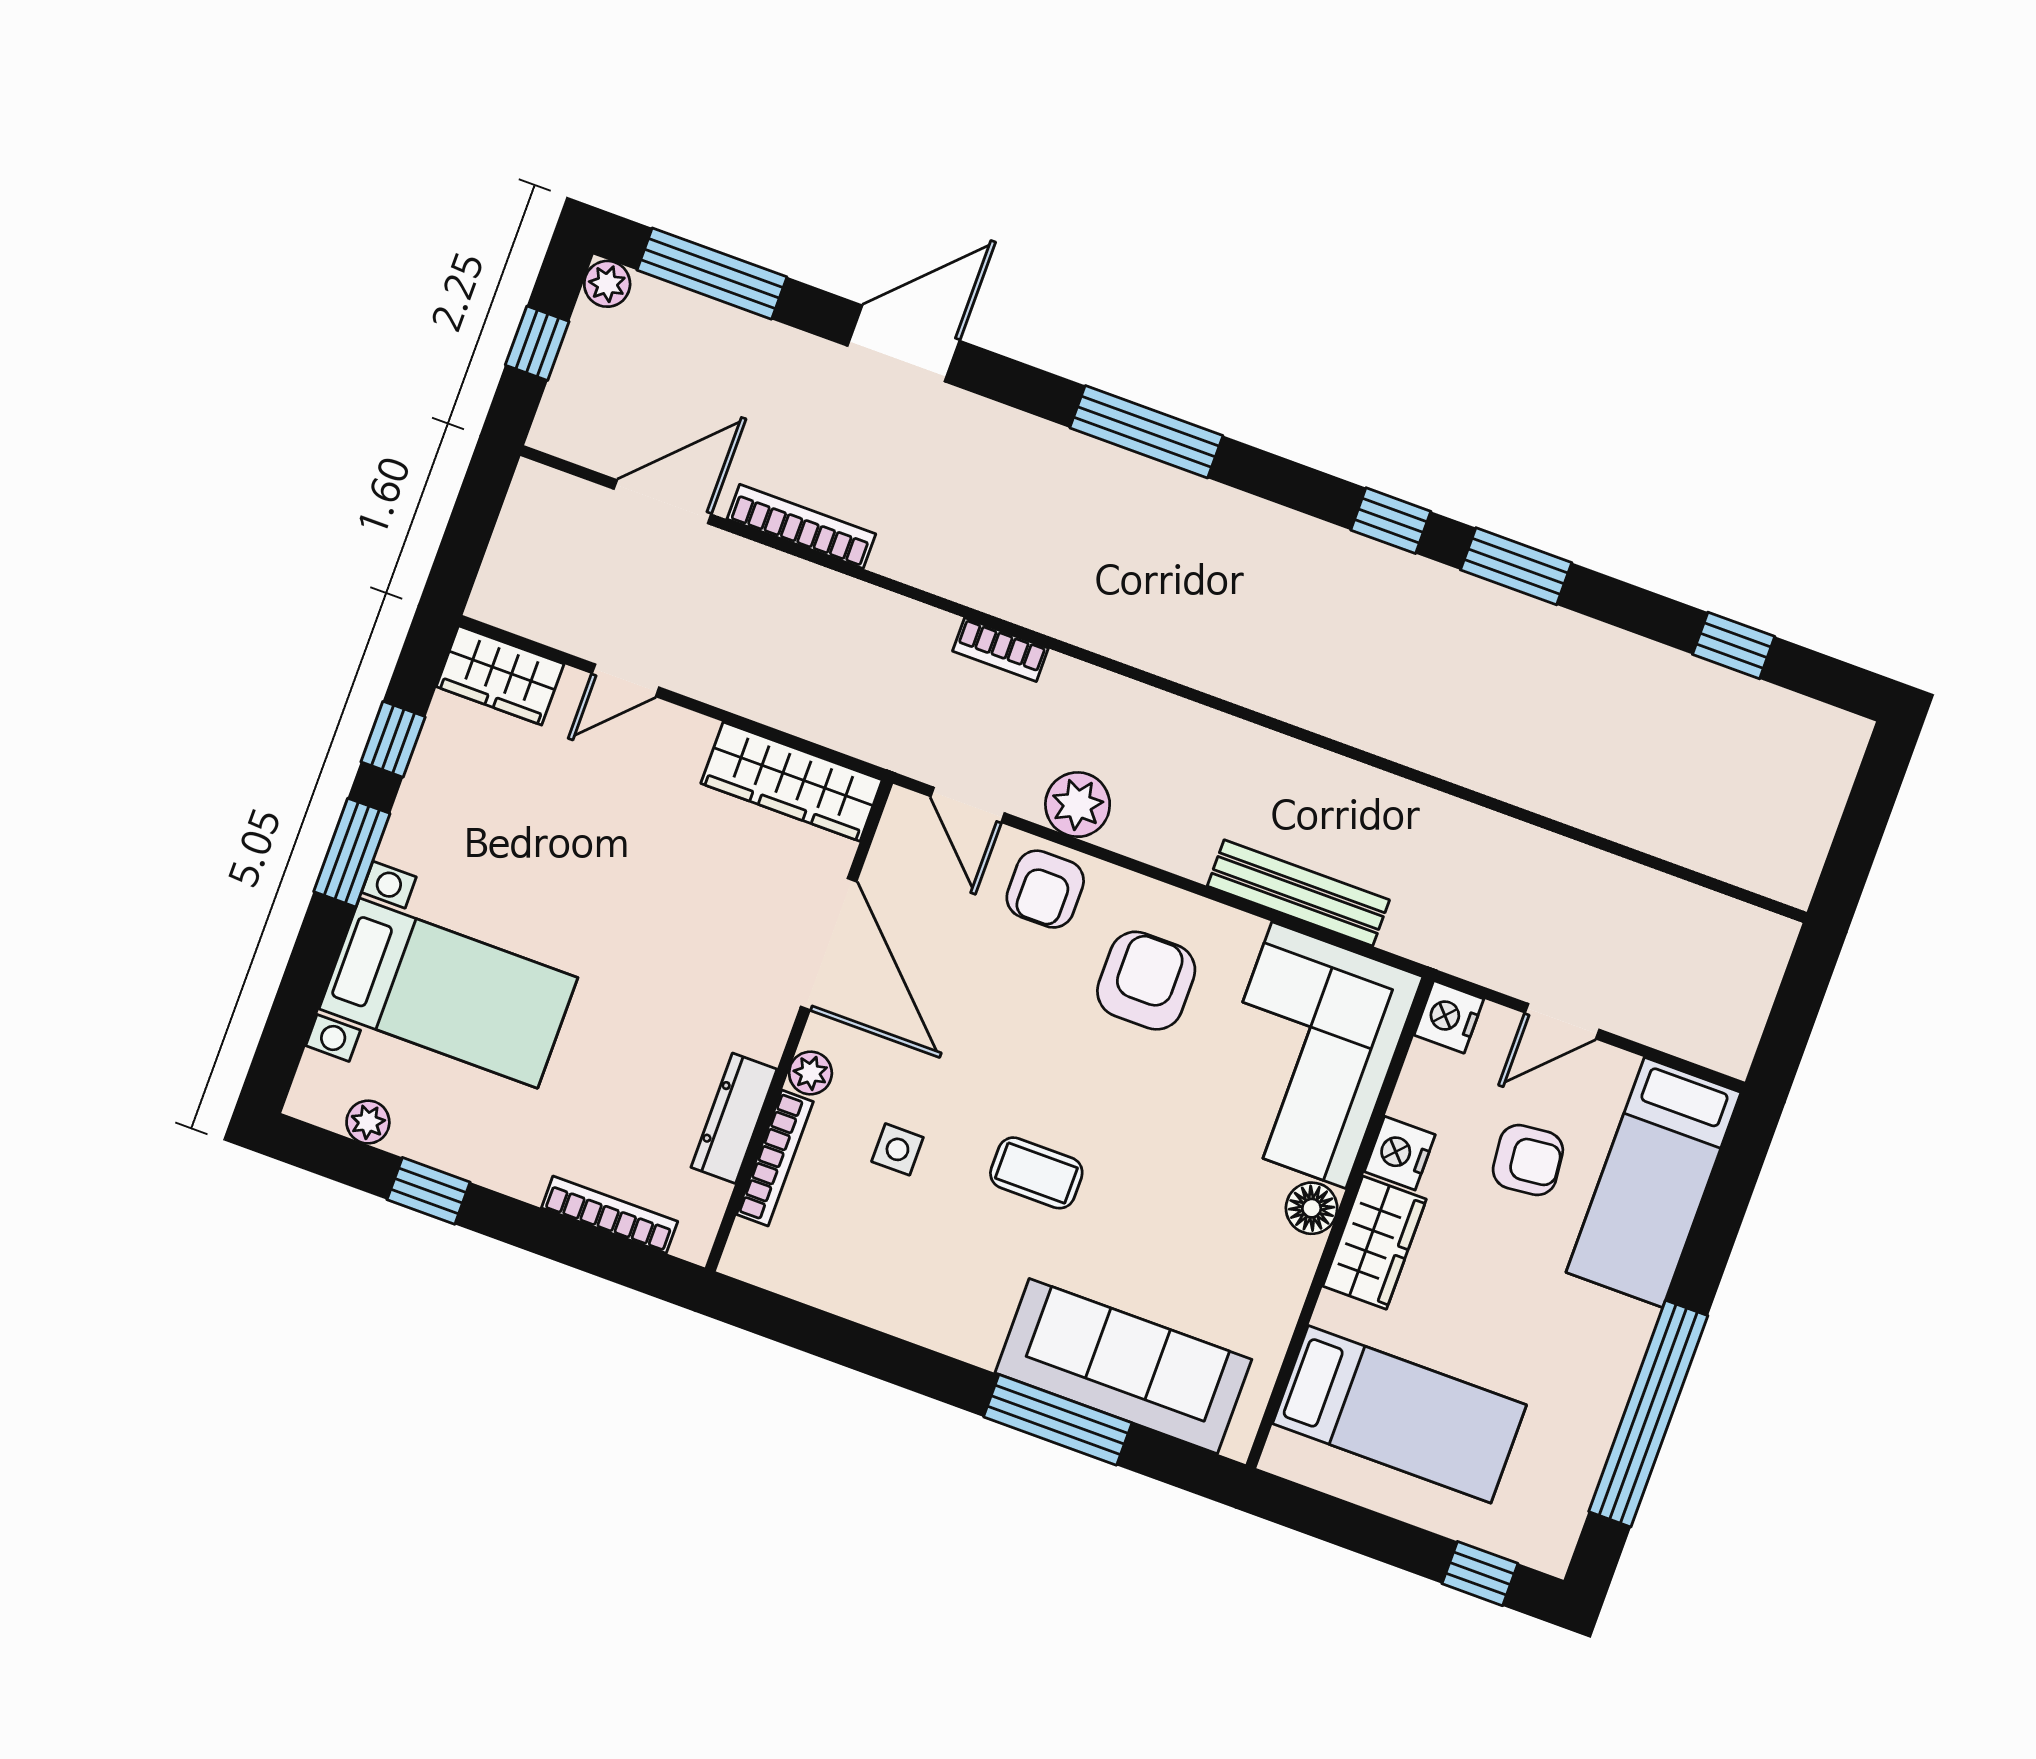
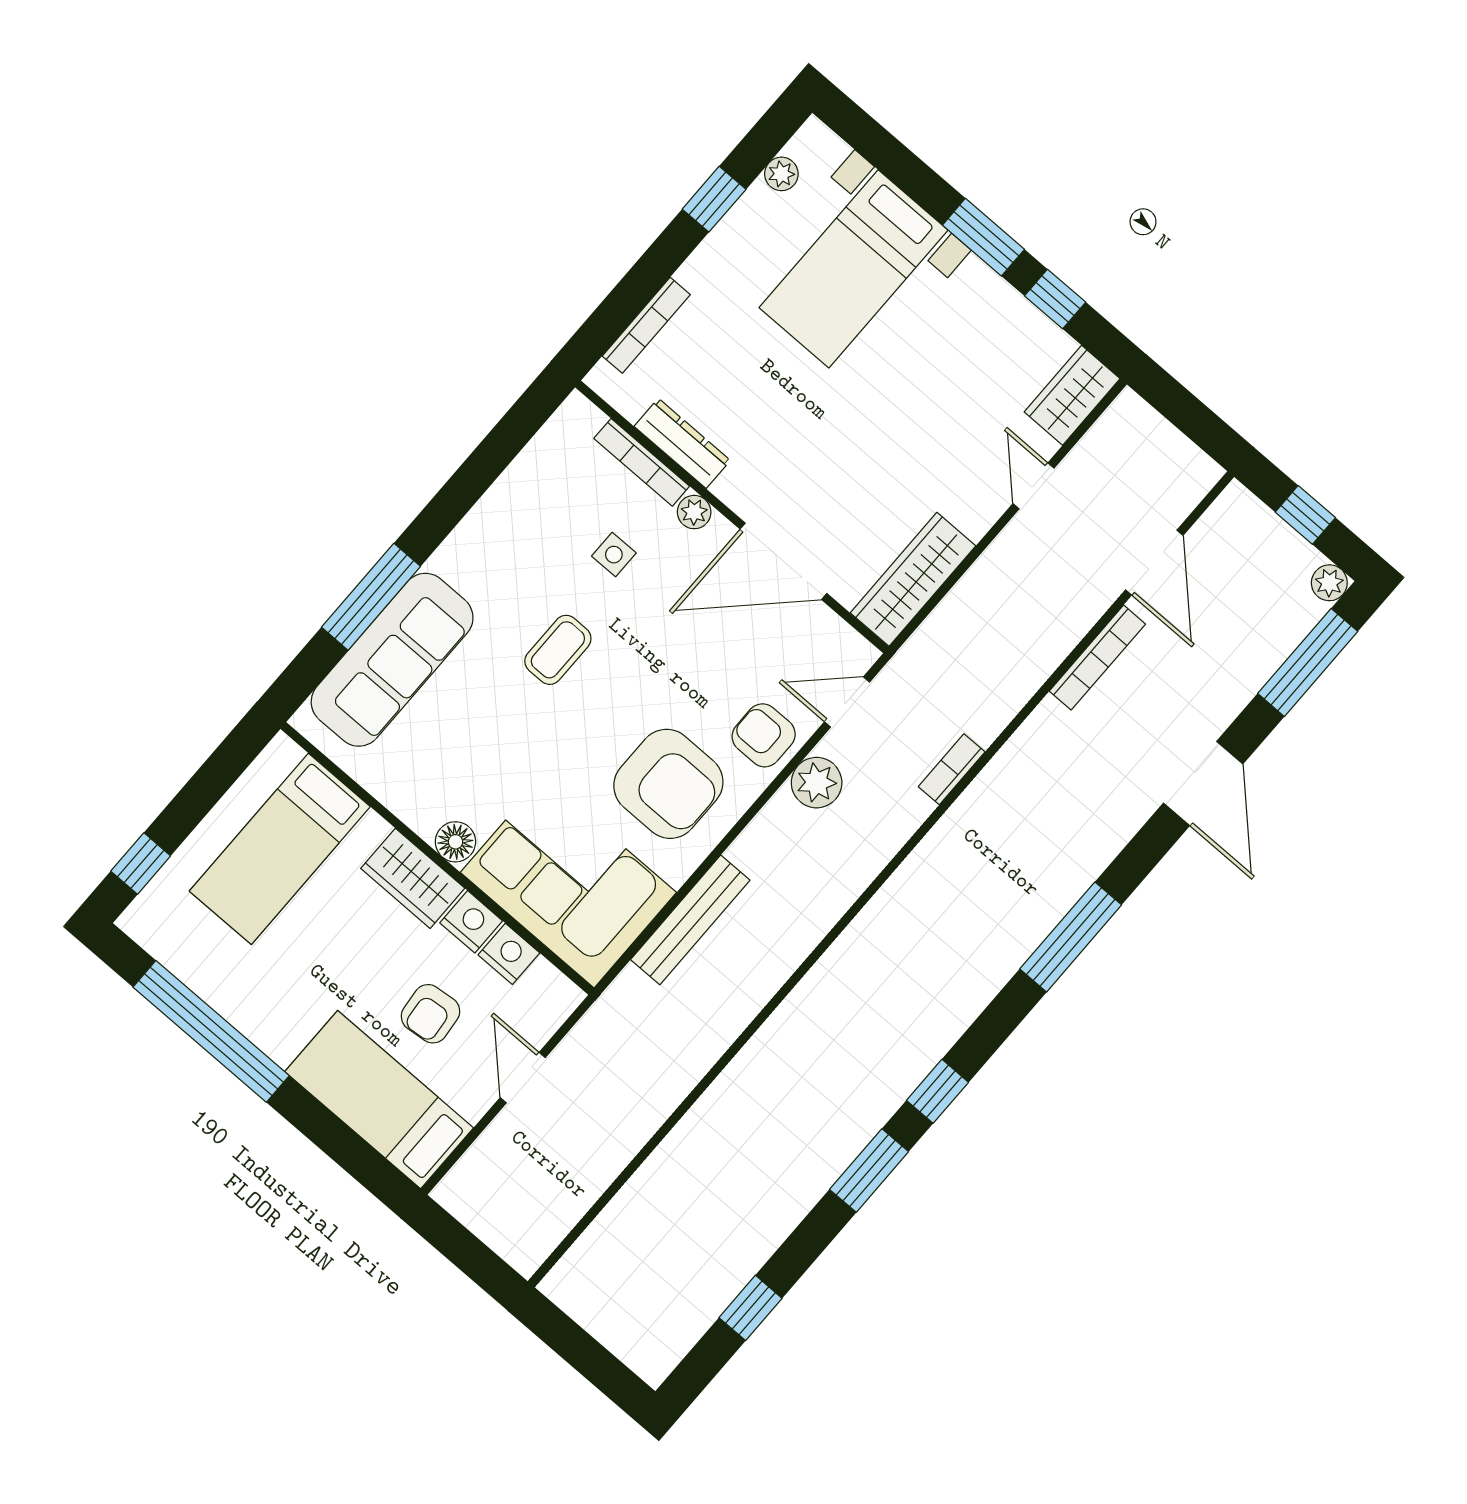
armchair: (1146, 981) -> (668, 784), width x1.36, depth x1.36
nightstand: (1449, 1017) -> (509, 954), moved

